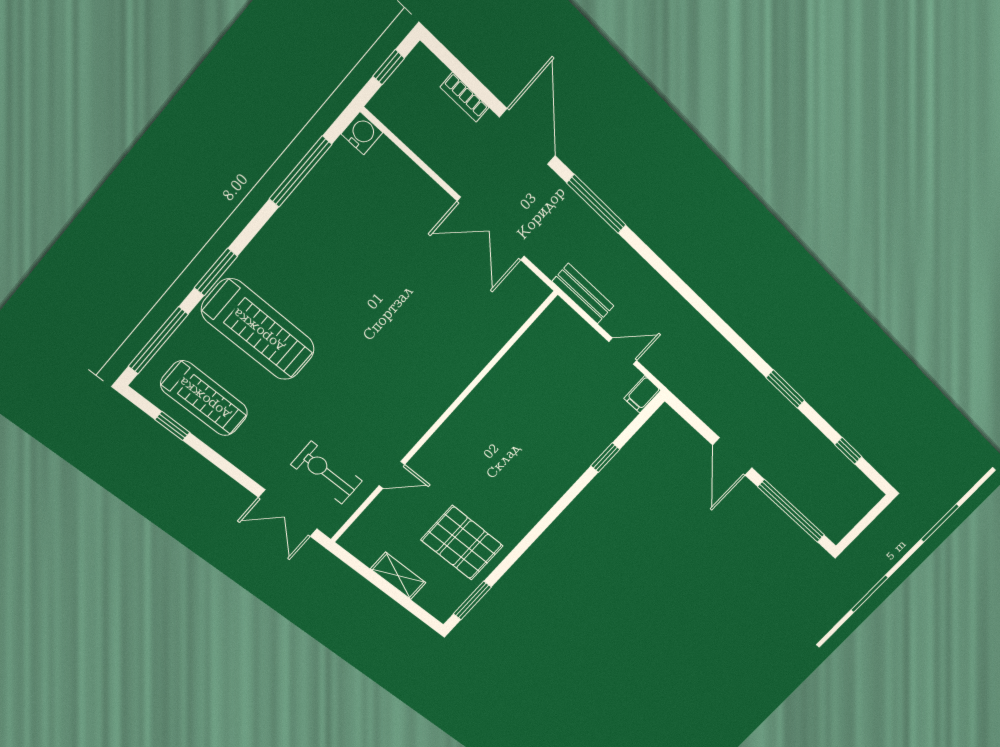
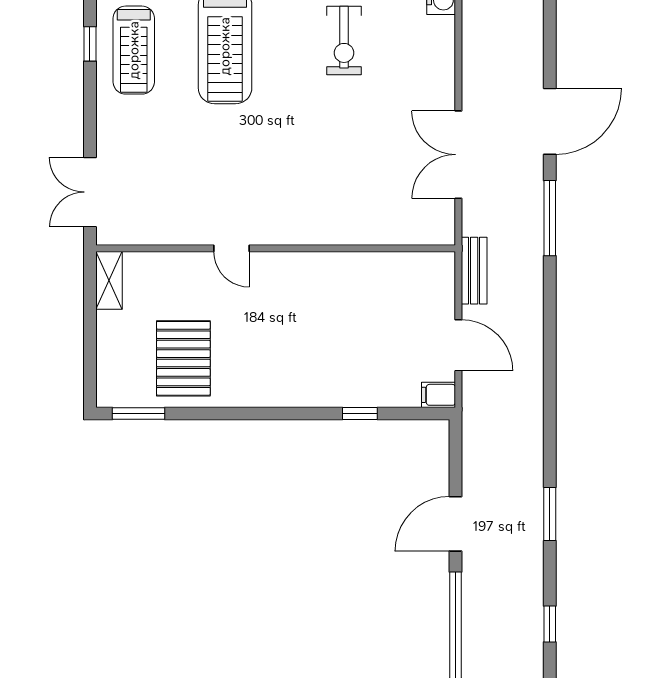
bookcase: (464, 97) -> (534, 51), removed
door: (623, 351) -> (458, 345), width x1.38
exercise bike: (327, 473) -> (344, 40), moved, turned 180
door: (392, 475) -> (231, 248), moved
shelving: (398, 576) -> (109, 280), moved

